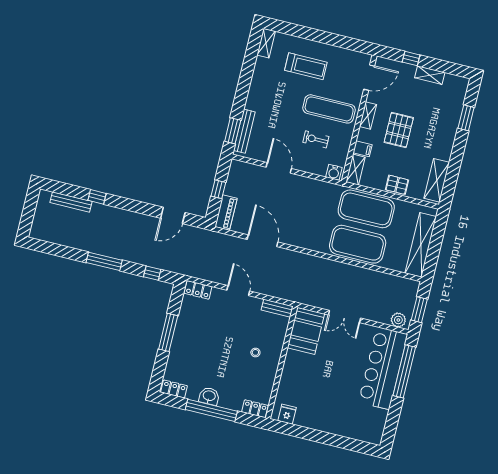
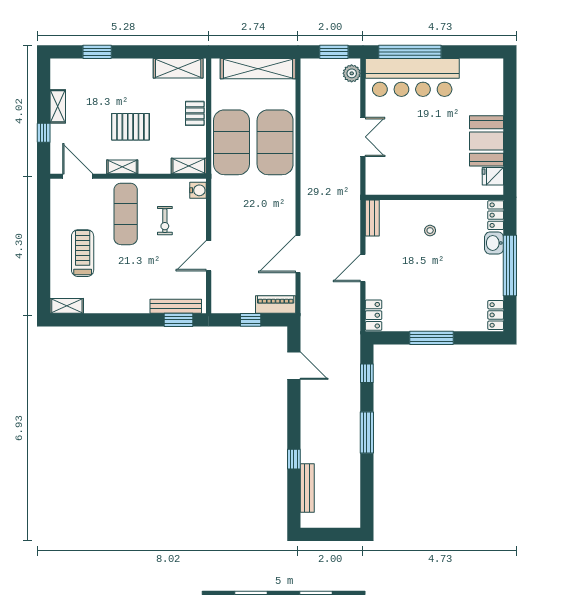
filing cabinet: (362, 149) -> (163, 164), removed
booth: (306, 331) -> (487, 141), moved, turned 90
washbasin: (209, 396) -> (494, 243), moved

